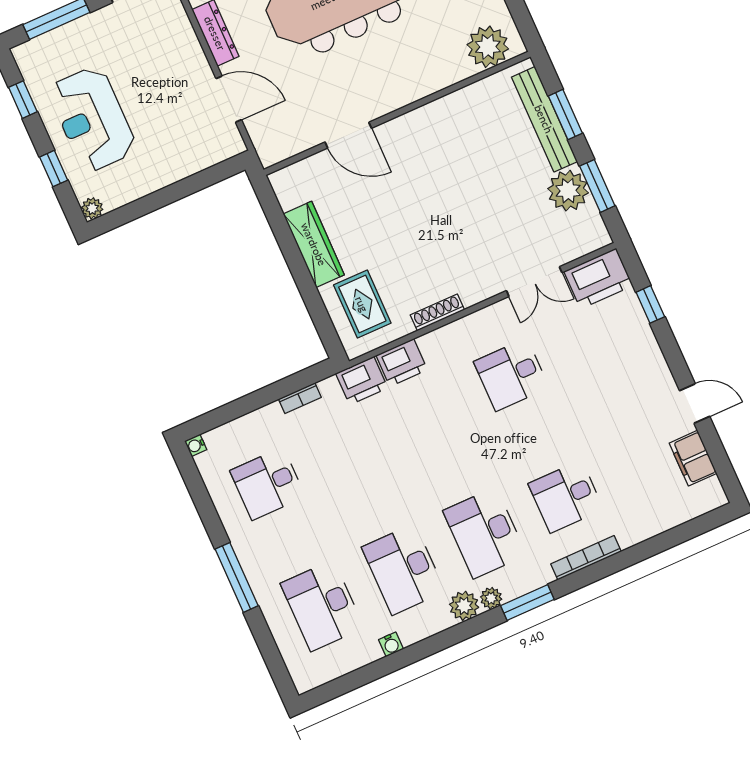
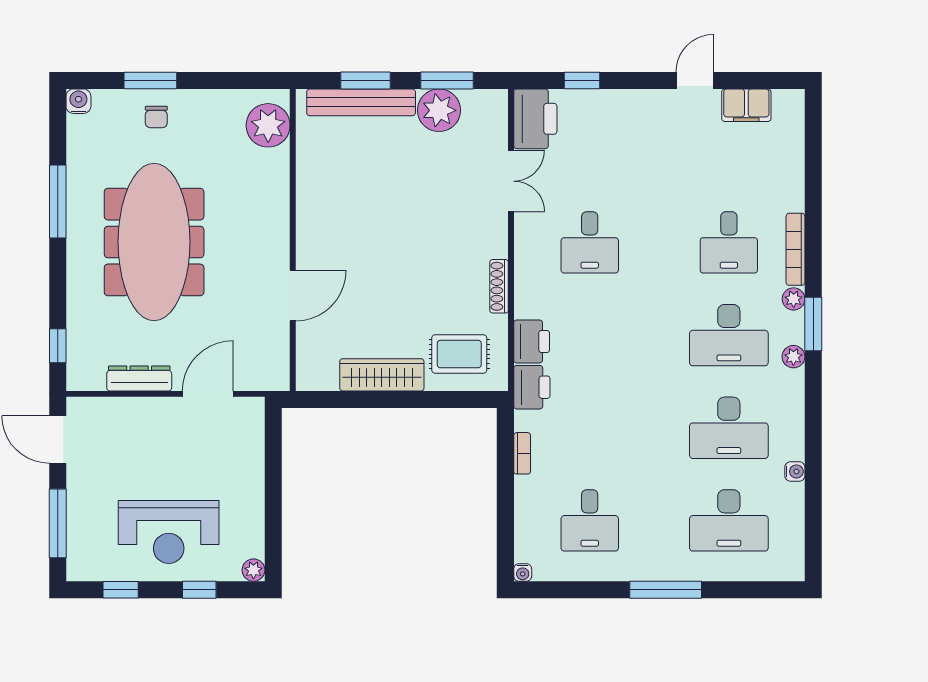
plant: (464, 606) -> (794, 299), moved, width x0.73, depth x0.73

